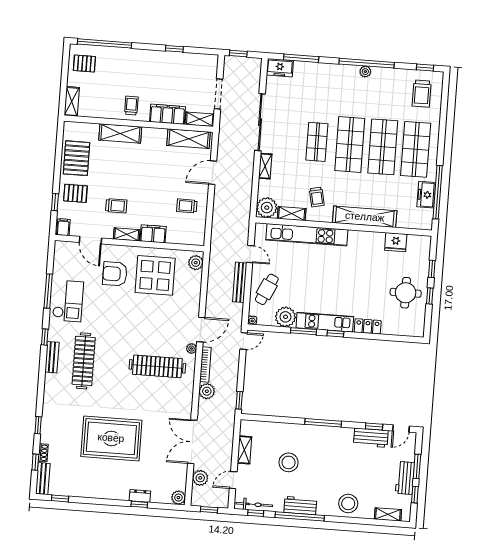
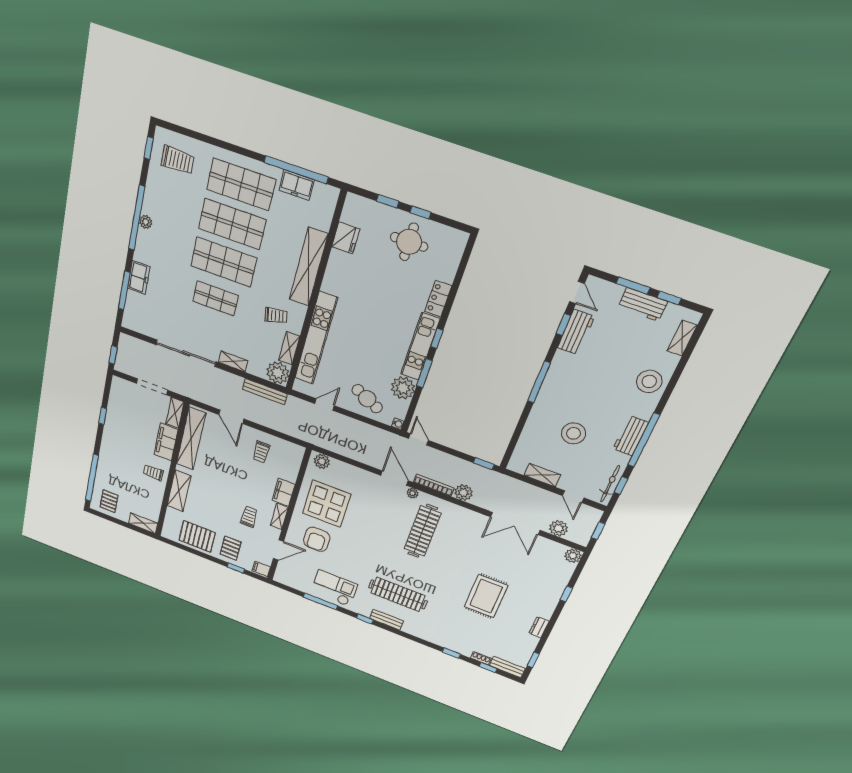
freezer: (280, 68) -> (139, 277), moved
shelving: (189, 139) -> (191, 439), width x1.47
bench: (240, 282) -> (265, 392), moved
rug: (111, 438) -> (486, 596), width x0.73, depth x0.69
dresser: (140, 496) -> (539, 627), moved

